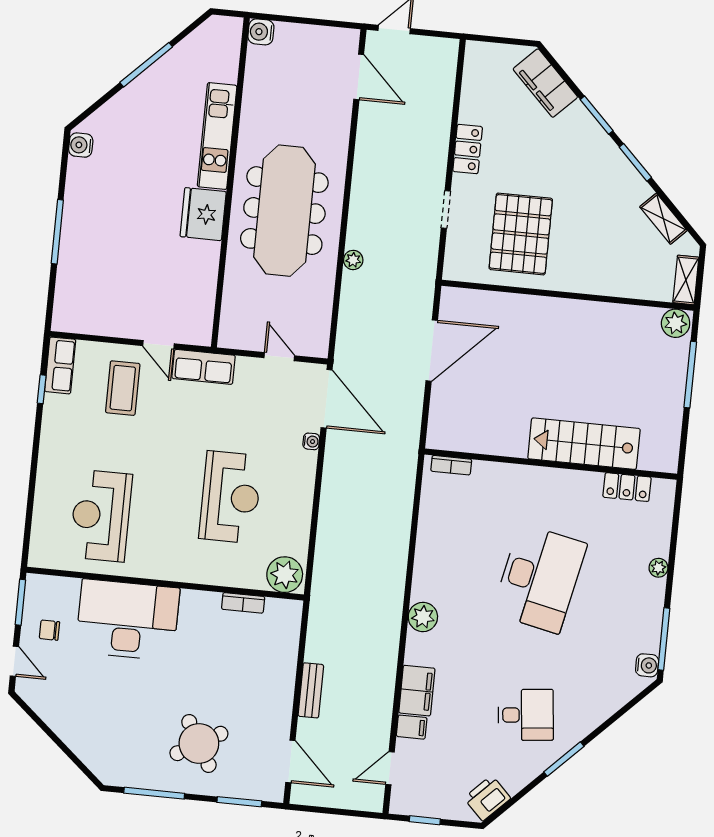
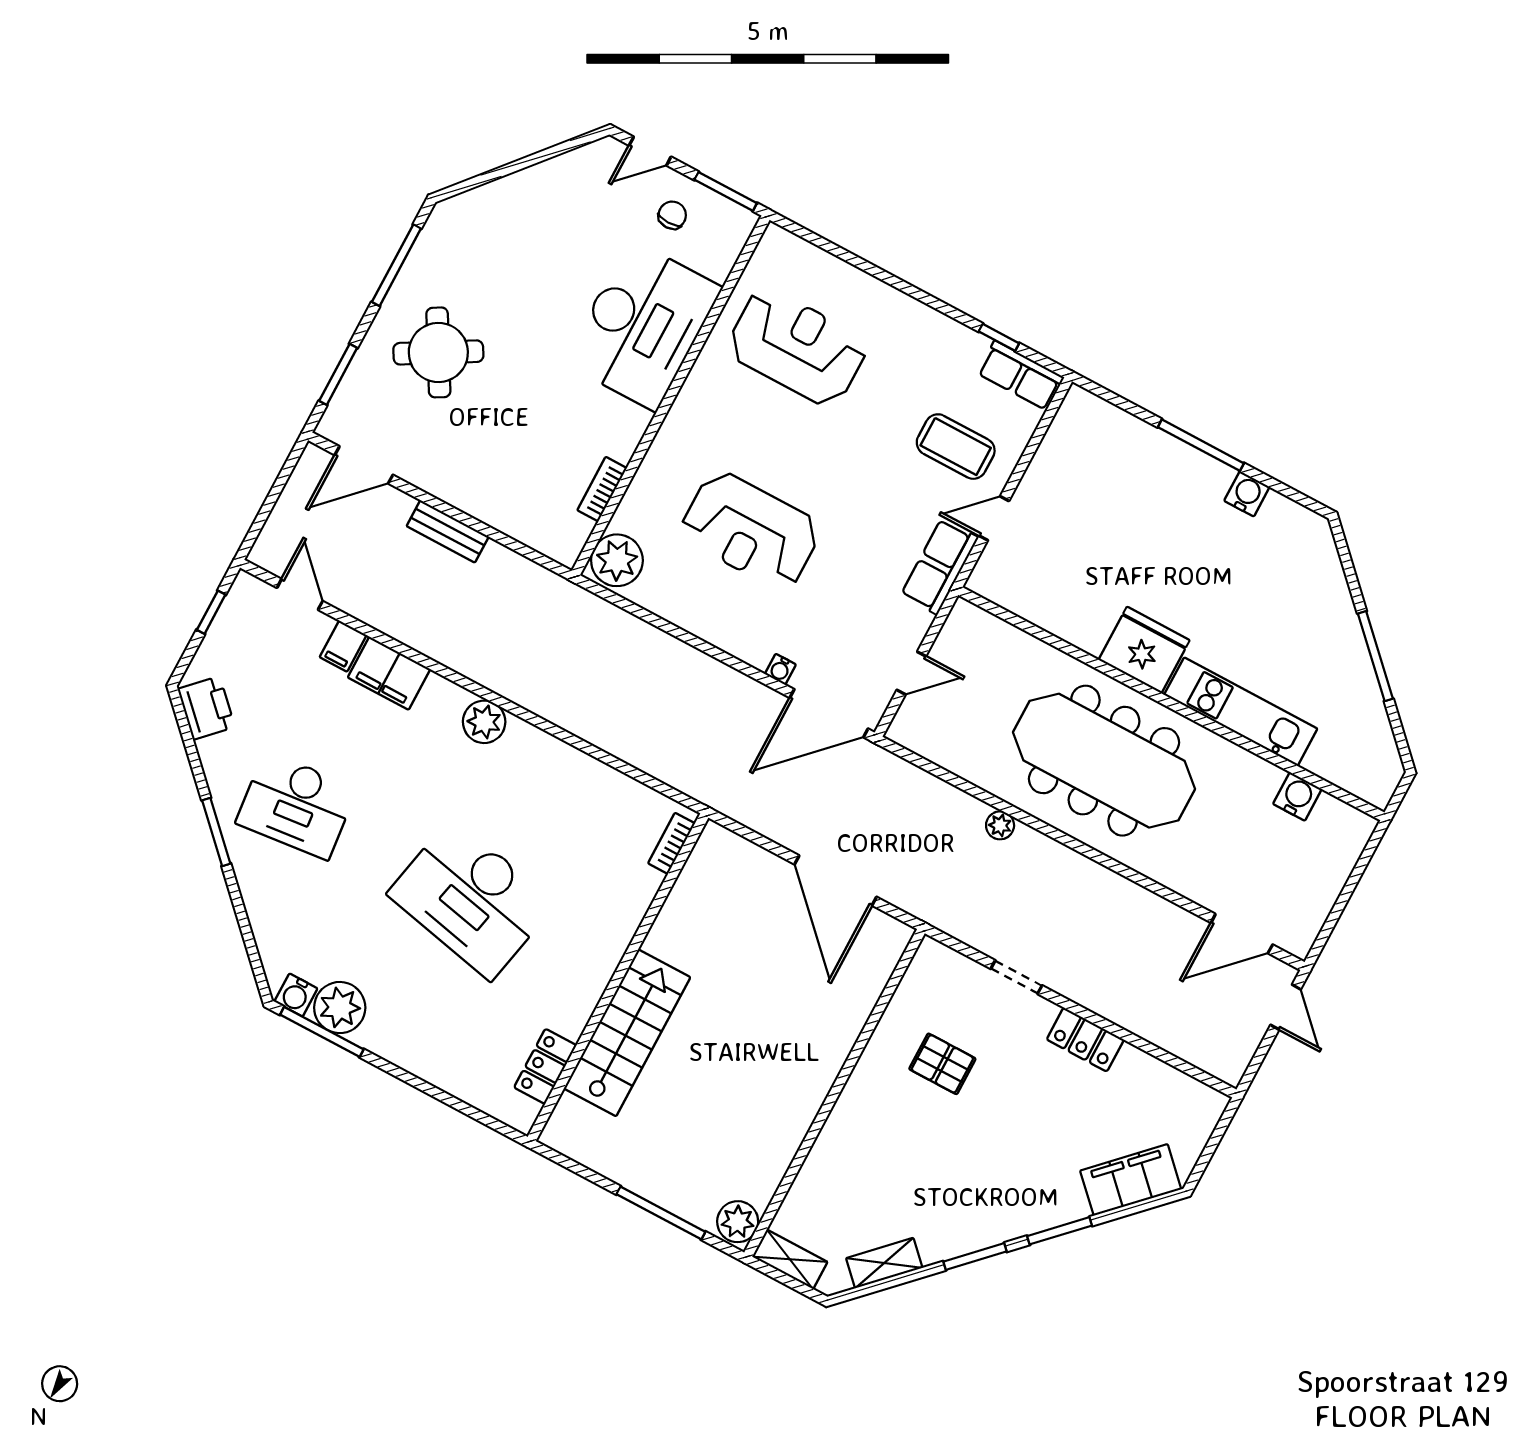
water cooler: (261, 32) -> (1297, 796), moved
water cooler: (81, 145) -> (1247, 494), moved
pallet: (521, 234) -> (942, 1064), width x0.49, depth x0.50
plant: (658, 568) -> (340, 1008), moved, width x1.88, depth x1.88
desk: (526, 715) -> (296, 805), width x1.37

